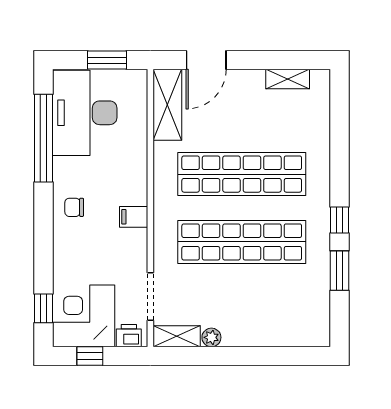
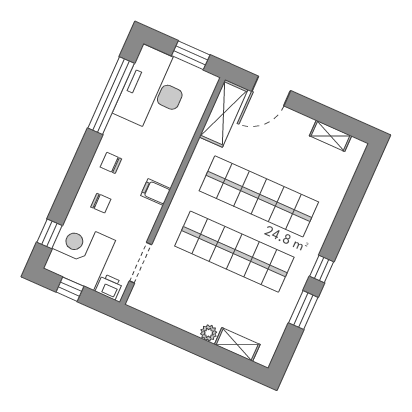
chair: (82, 253) -> (101, 203), added
shelving: (177, 336) -> (237, 344), moved
plant: (211, 337) -> (209, 333), moved

